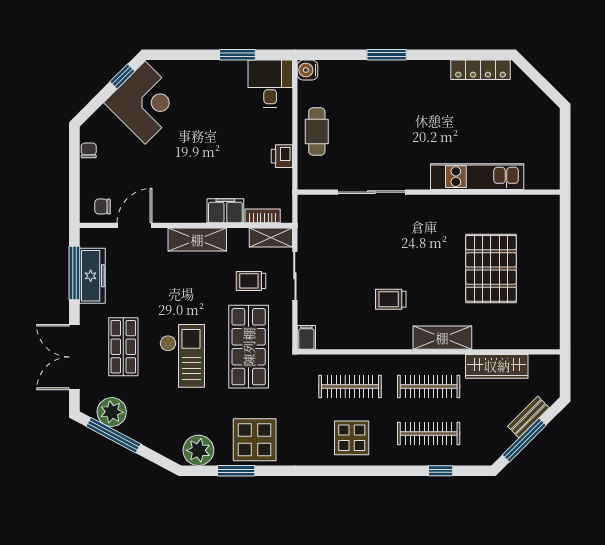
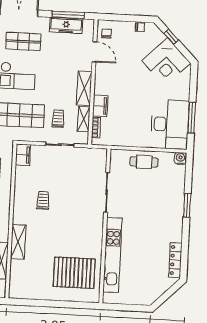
window: (237, 55) -> (192, 118), width x1.44
window: (122, 76) -> (171, 37), moved
desk: (270, 84) -> (170, 124), width x1.87, depth x1.30
printer: (282, 156) -> (131, 141), removed
kitchen unit: (477, 177) -> (113, 255), width x1.36
shelving: (271, 238) -> (84, 119), moved
pallet: (491, 268) -> (74, 273), moved
filing cabinet: (306, 337) -> (23, 155), width x2.00
shelving: (442, 338) -> (18, 242), moved

